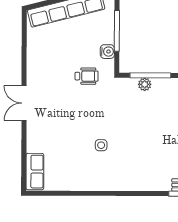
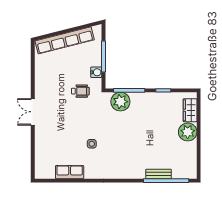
plant: (145, 84) -> (120, 102), width x1.88, depth x1.88
row of seats: (35, 172) -> (70, 172), moved, turned -90

